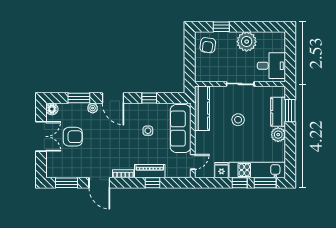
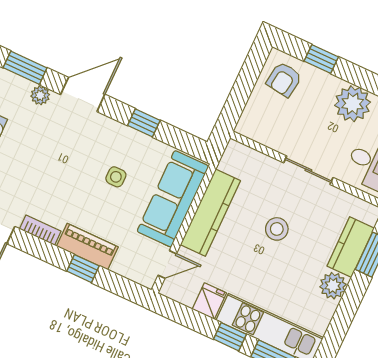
door: (113, 98) -> (83, 94), swing flipped
kitchen counter: (202, 108) -> (210, 213), moved

